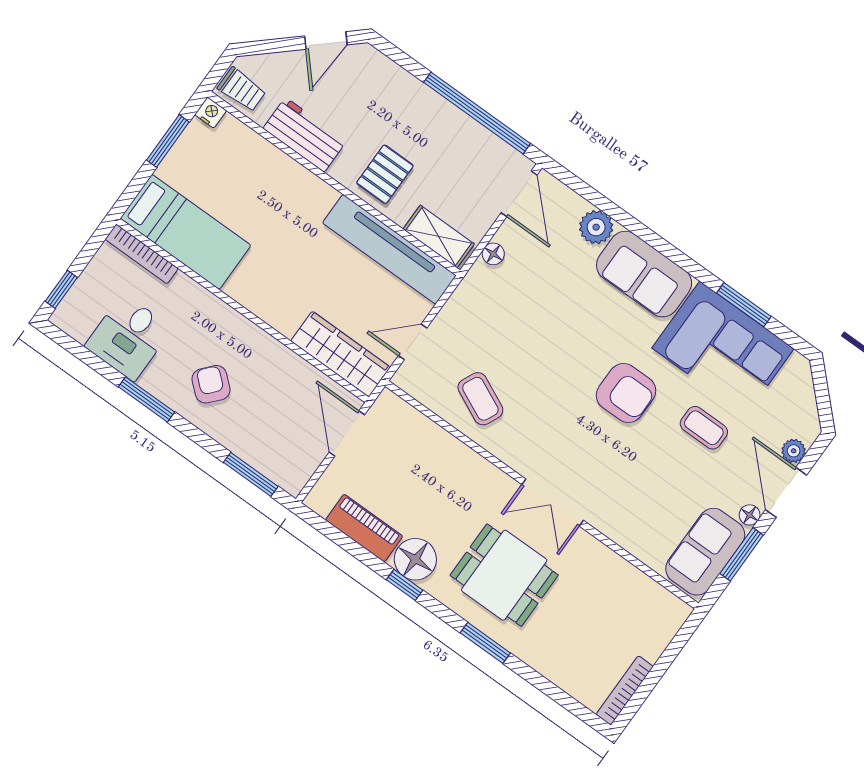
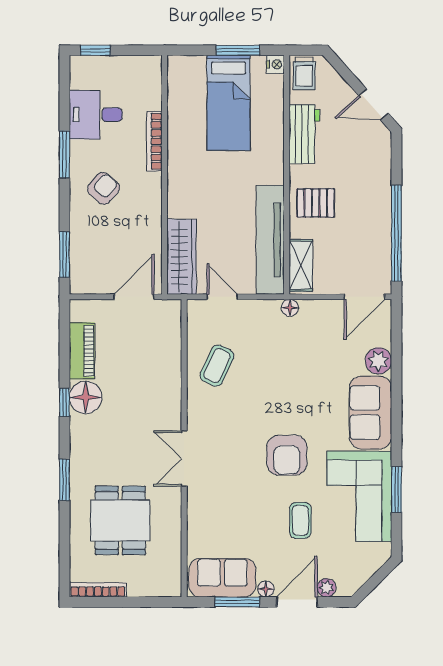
bed: (186, 232) -> (229, 103), moved
bookcase: (142, 254) -> (154, 141), moved
floor lamp: (493, 254) -> (290, 308), moved
dining table: (504, 575) -> (120, 520), moved

